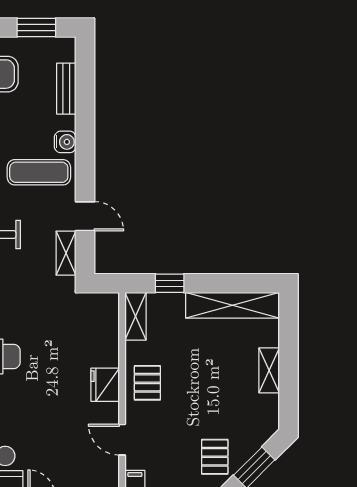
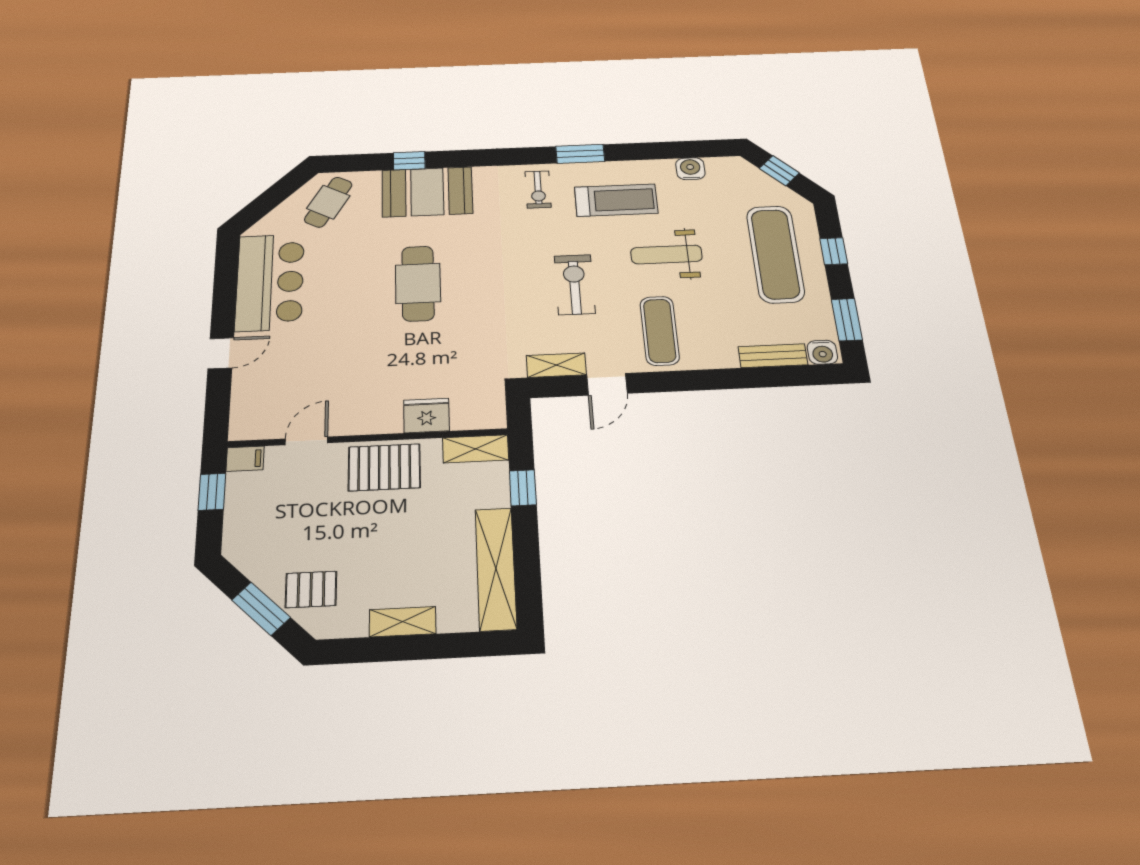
water cooler: (65, 142) -> (822, 352), moved
pallet: (147, 383) -> (384, 467), width x1.50, depth x1.42
fridge: (105, 385) -> (427, 415), moved
pallet: (215, 457) -> (311, 589), moved

